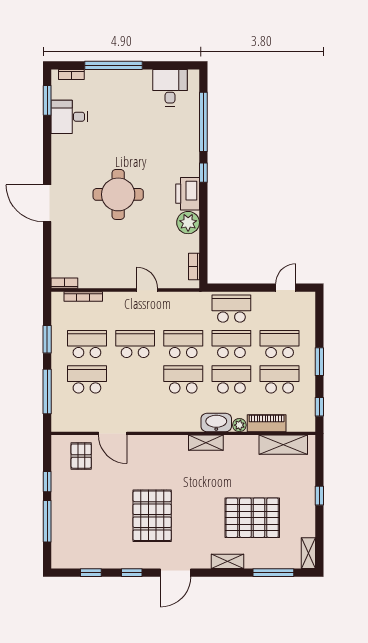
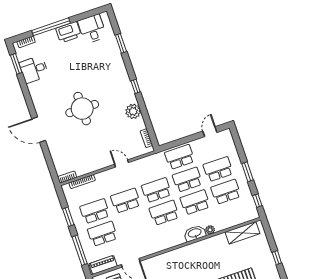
window: (203, 122) -> (121, 43), width x0.47
window: (203, 173) -> (136, 86), moved
printer: (188, 194) -> (68, 32), moved, turned -90
piano: (267, 423) -> (103, 265), moved
shelving: (206, 443) -> (192, 248), removed

